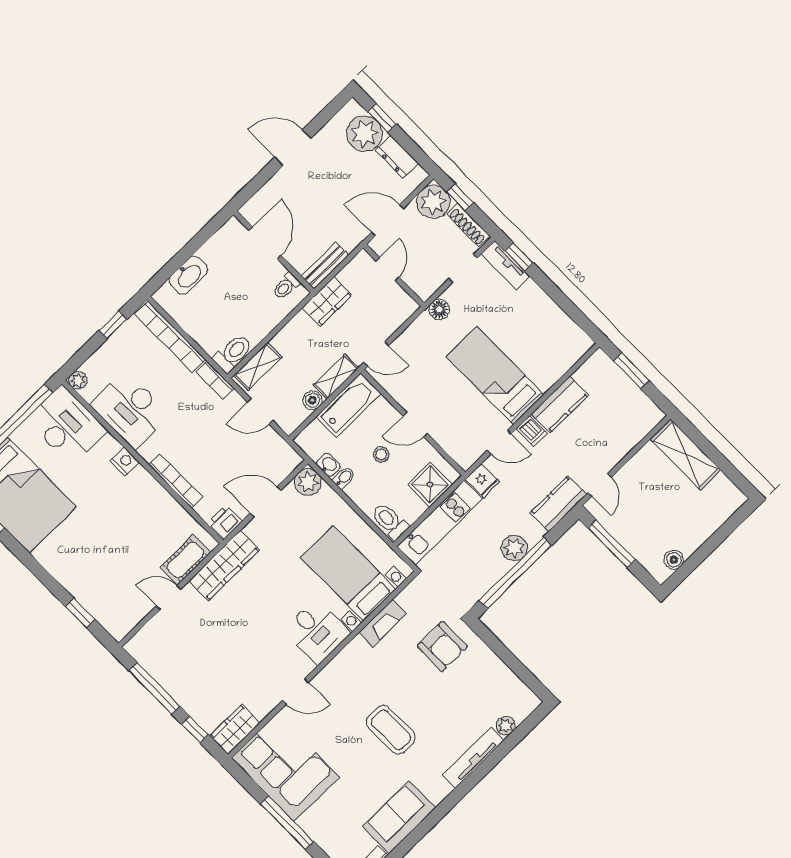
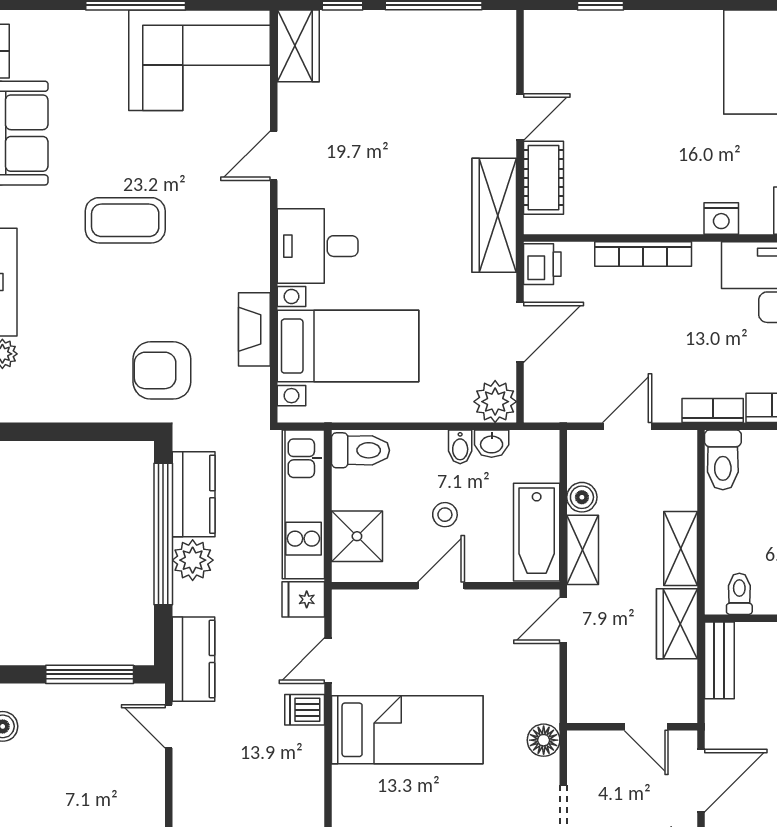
shelving: (258, 366) -> (681, 548), moved
kitchen counter: (560, 404) -> (194, 494), moved, turned 180

